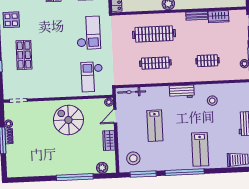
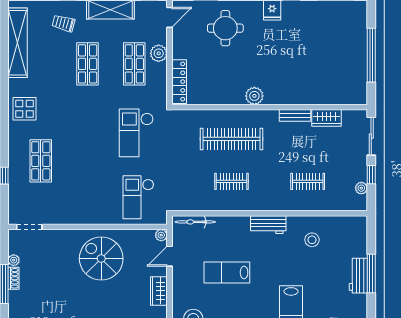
checkout: (88, 33) -> (136, 133), turned 180
clothes rail: (155, 63) -> (232, 181), width x0.73
lab bench: (155, 126) -> (227, 272), turned 90

